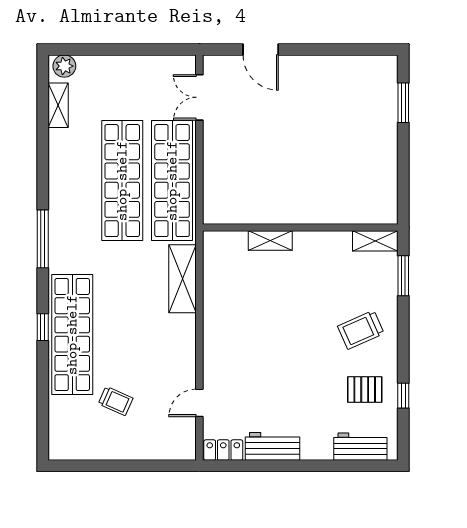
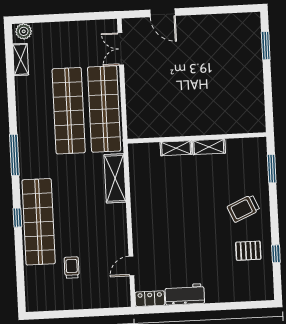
shelving: (375, 241) -> (209, 147), moved
trolley: (116, 401) -> (72, 267), turned -114
workbench: (360, 447) -> (247, 291), removed

